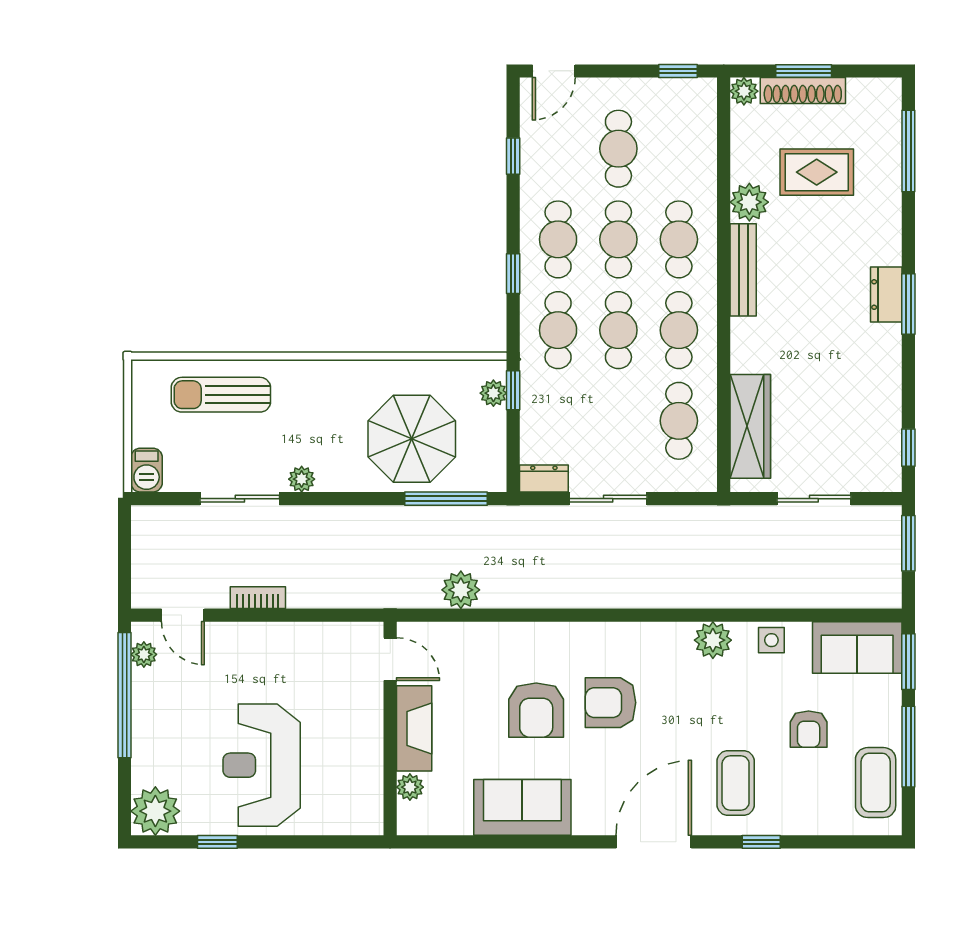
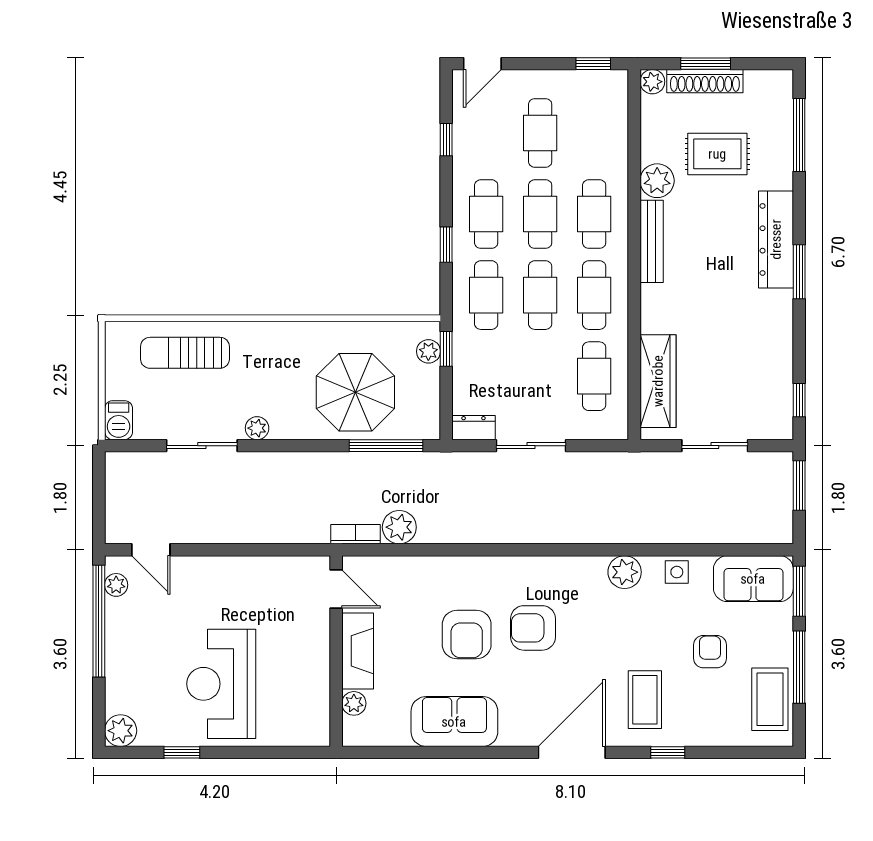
dresser: (886, 295) -> (776, 239), width x1.96, depth x1.24
bookcase: (258, 598) -> (355, 534), moved
armchair: (809, 729) -> (710, 652), turned 180
plant: (155, 811) -> (121, 731), width x0.73, depth x0.73

